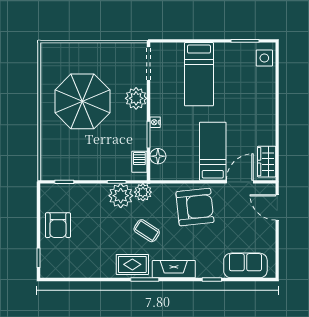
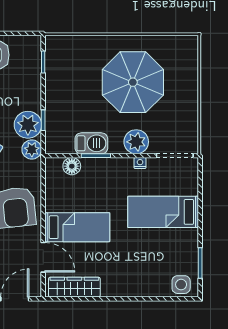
nightstand: (155, 122) -> (140, 163), moved
barbecue: (139, 162) -> (91, 143), moved, width x1.38, depth x1.27
wardrobe: (267, 162) -> (74, 287), width x1.50

